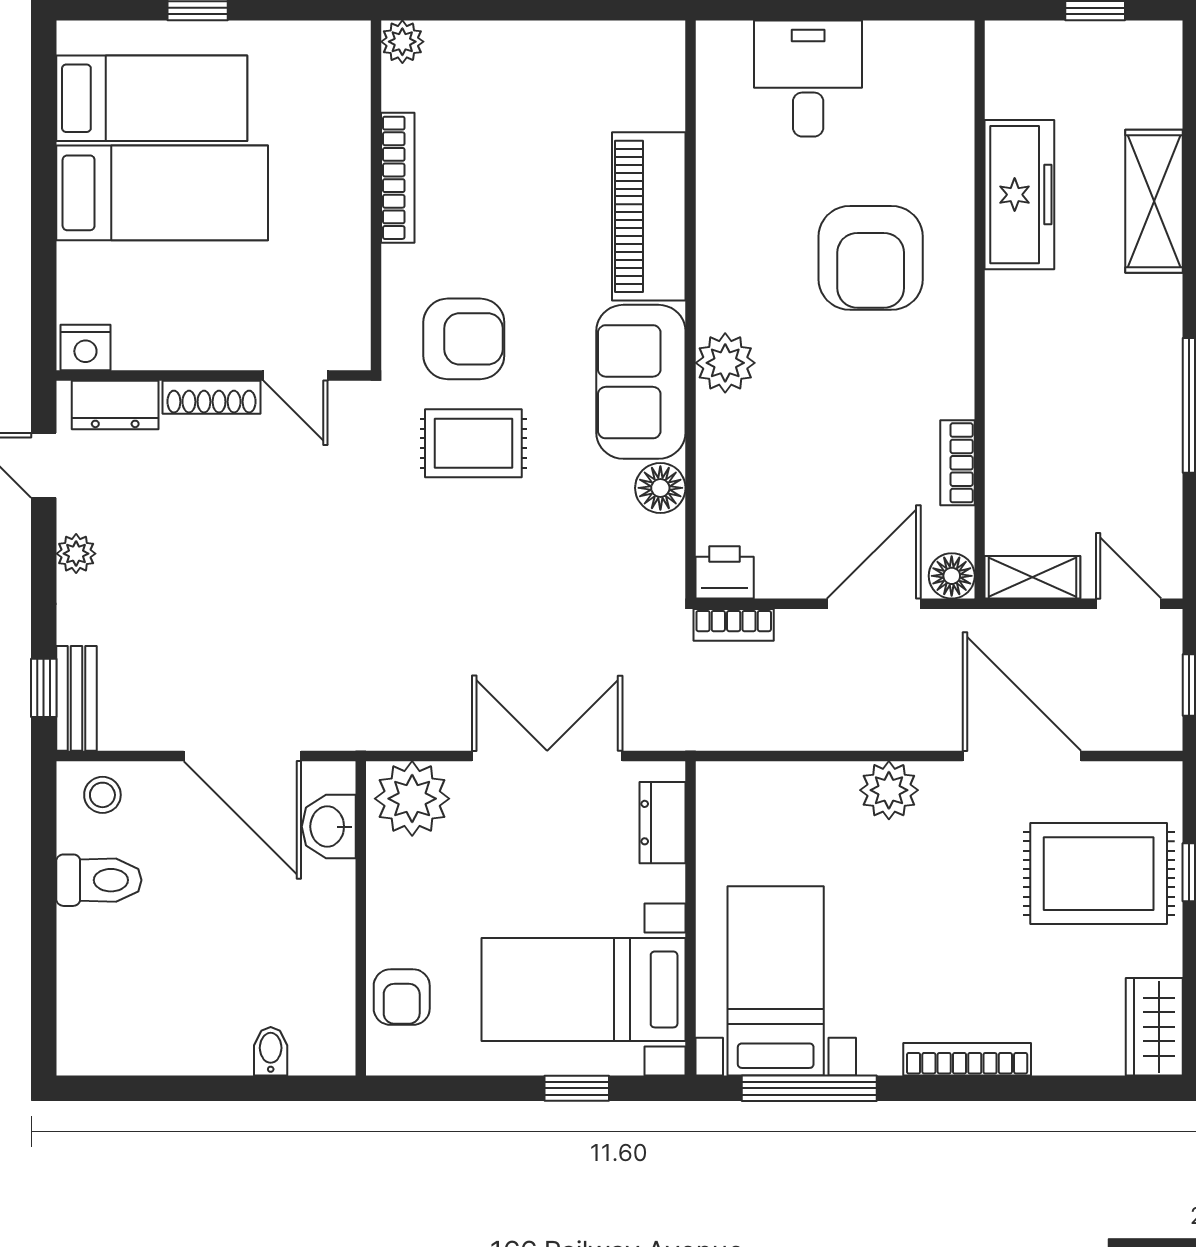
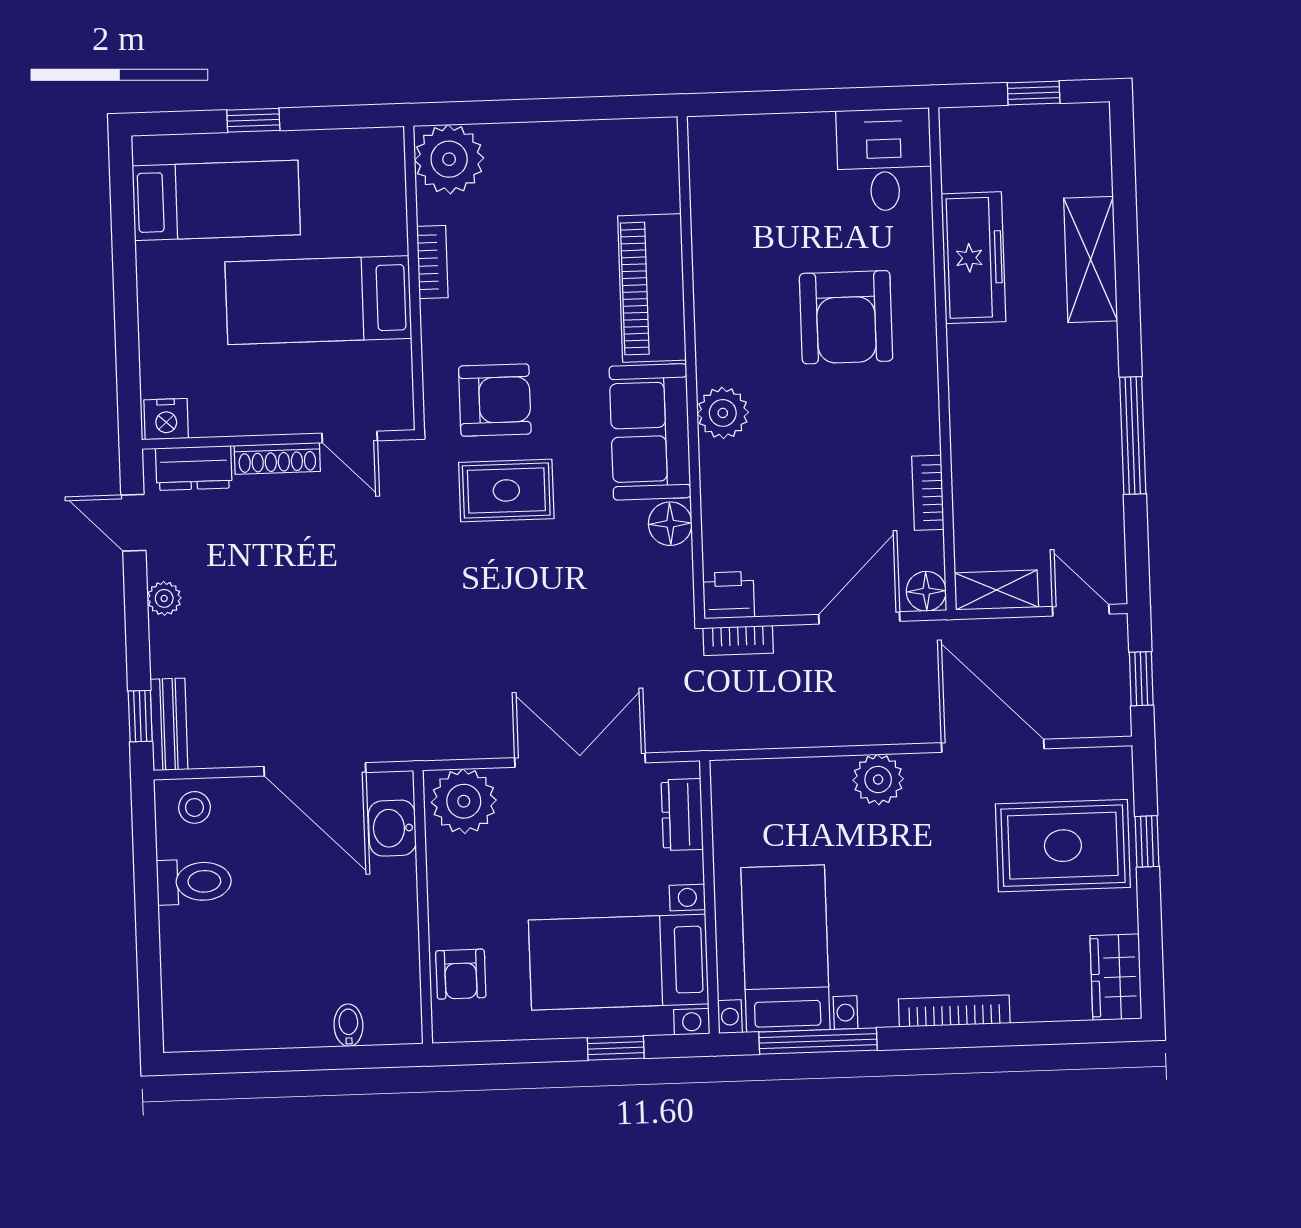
plant: (402, 42) -> (449, 159), width x1.88, depth x1.88
desk: (808, 79) -> (884, 160), moved
bookcase: (398, 178) -> (432, 262), width x0.64
bed: (162, 193) -> (318, 300), moved, turned 180

